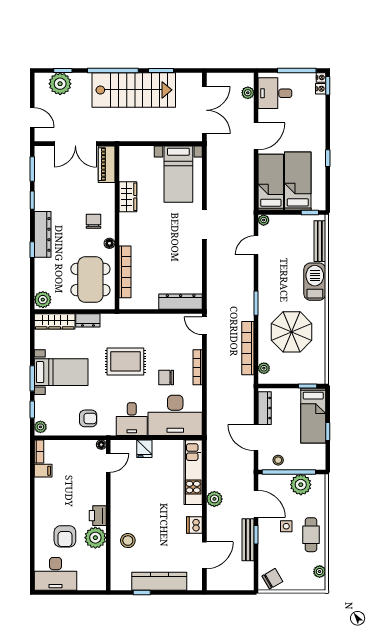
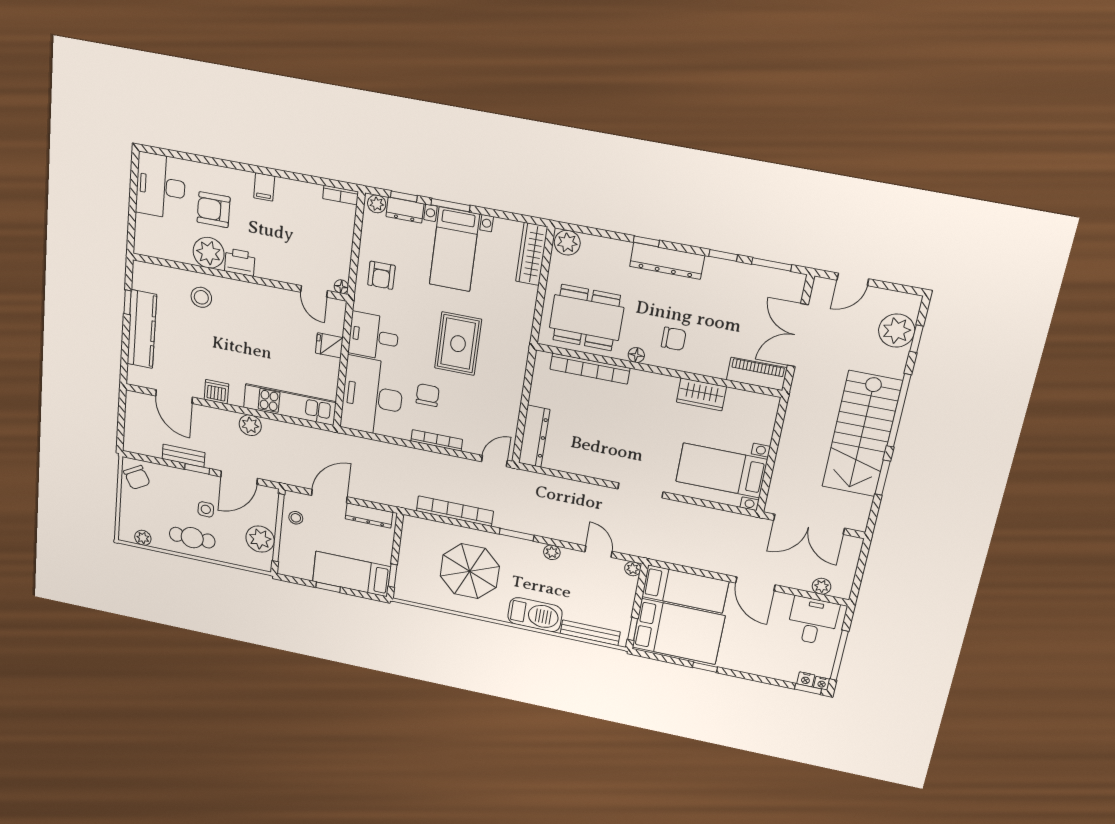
bed: (298, 181) -> (678, 631), width x1.50
dresser: (88, 320) -> (405, 210), moved, turned -90
plant: (264, 368) -> (552, 552), moved
filing cabinet: (43, 471) -> (264, 187), moved
bench: (248, 540) -> (184, 456), width x0.73

